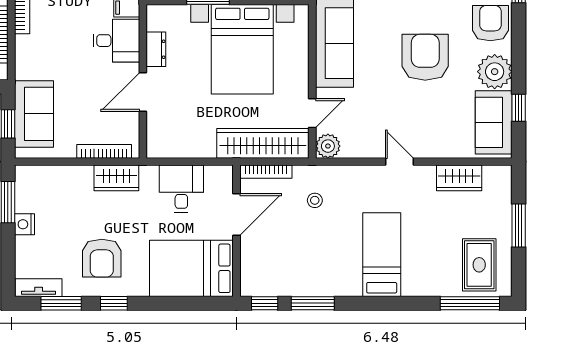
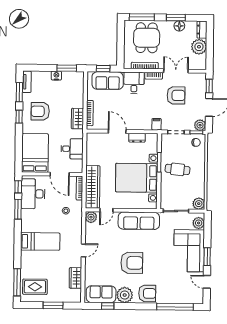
desk: (116, 41) -> (134, 83), moved, turned 180
door: (312, 113) -> (106, 210), hinge flipped
desk: (279, 271) -> (33, 194), added

